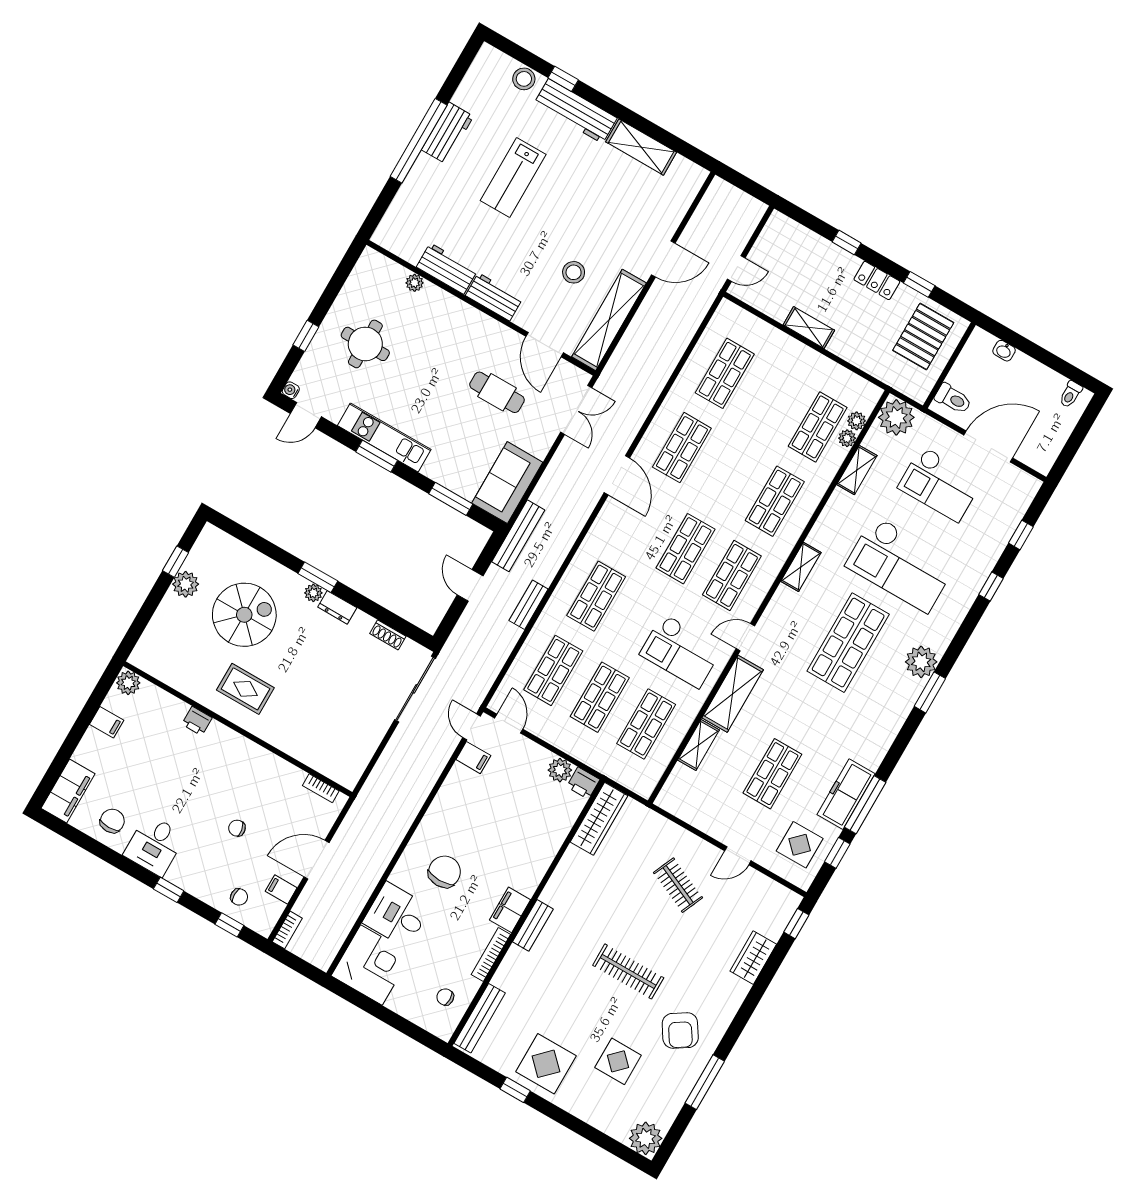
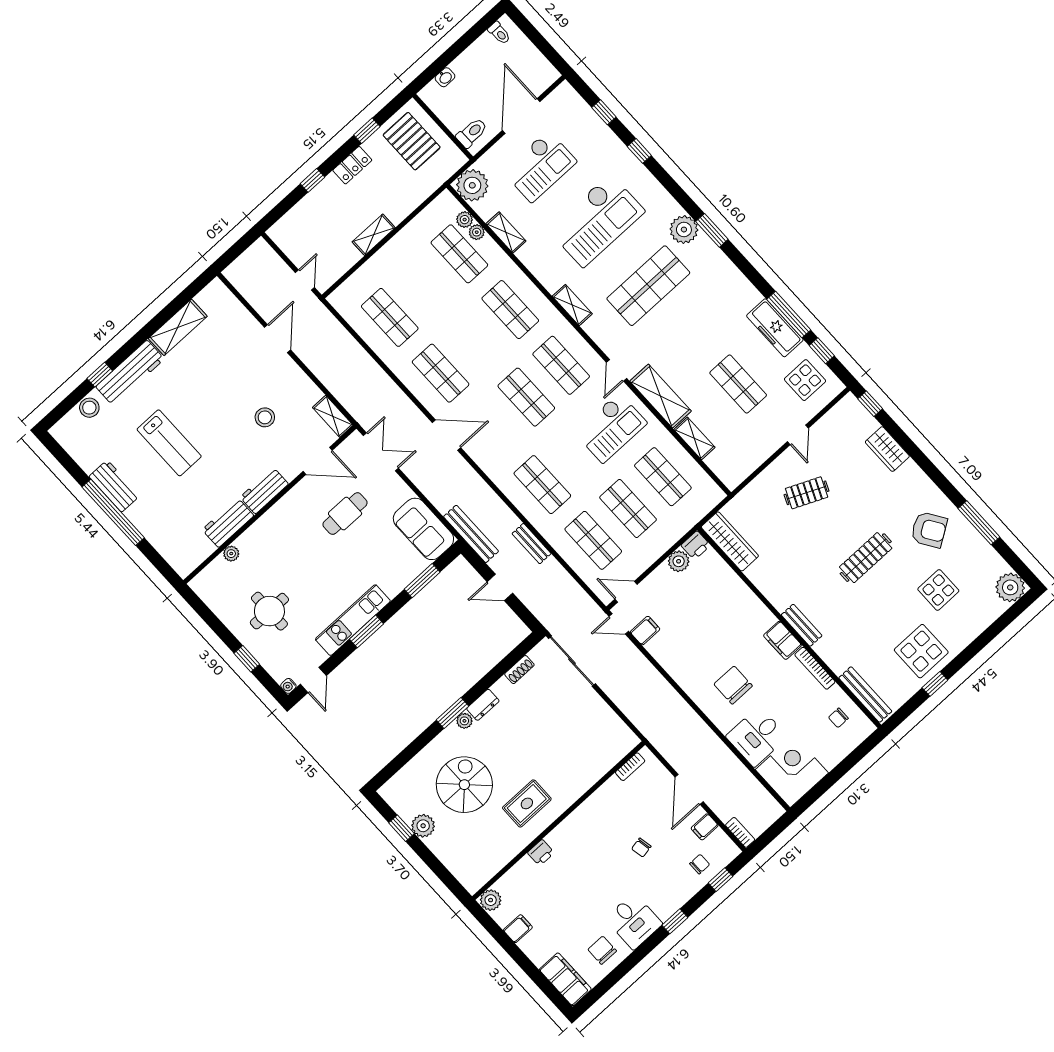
shelving: (609, 320) -> (333, 416), width x0.45, depth x0.75
shop shelf: (848, 643) -> (648, 286), turned 90

